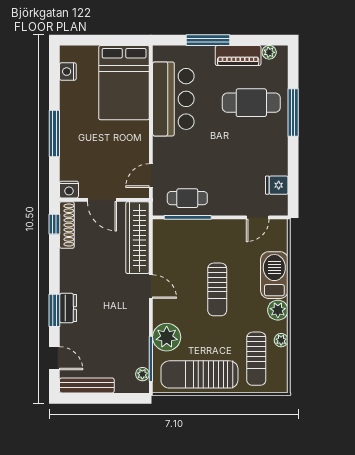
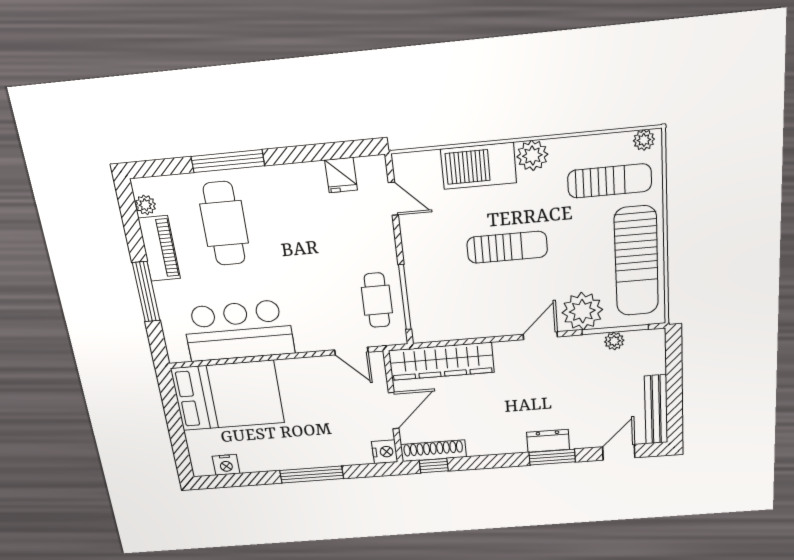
door: (151, 287) -> (540, 336), moved
plant: (281, 340) -> (644, 140), moved
plant: (142, 374) -> (614, 341), moved

